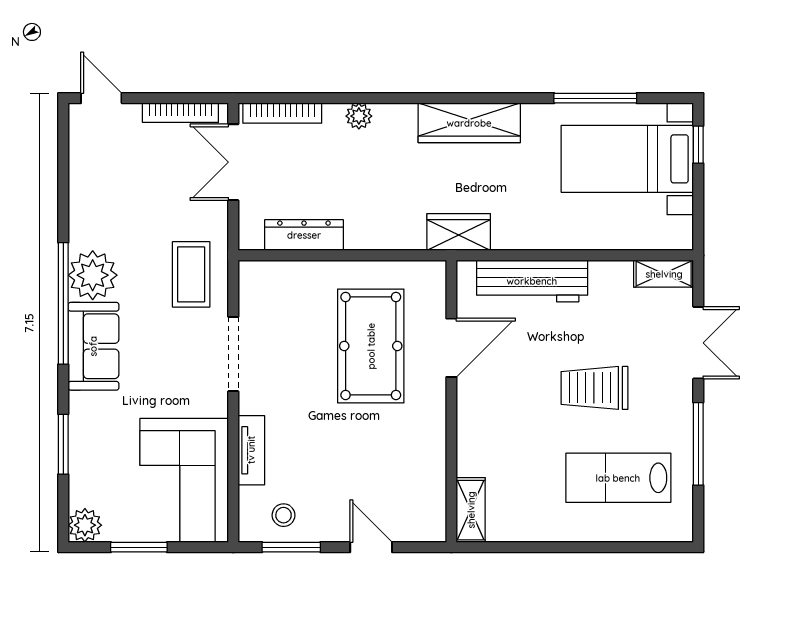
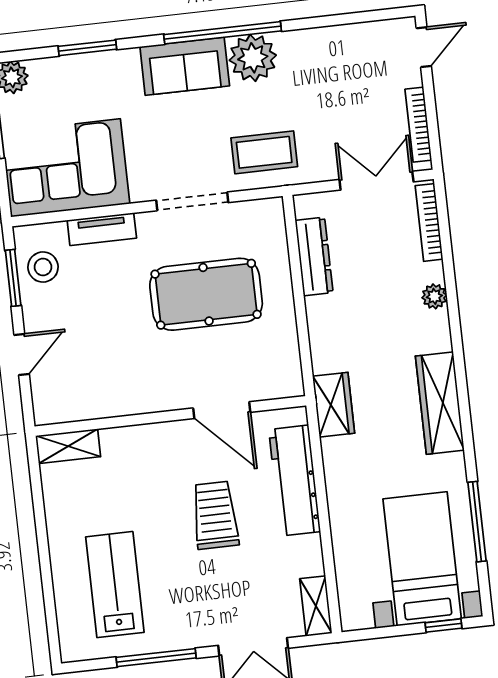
pool table: (371, 346) -> (206, 294), moved
trolley: (594, 388) -> (215, 515), moved
stool: (284, 515) -> (43, 267), width x1.37, depth x1.37

